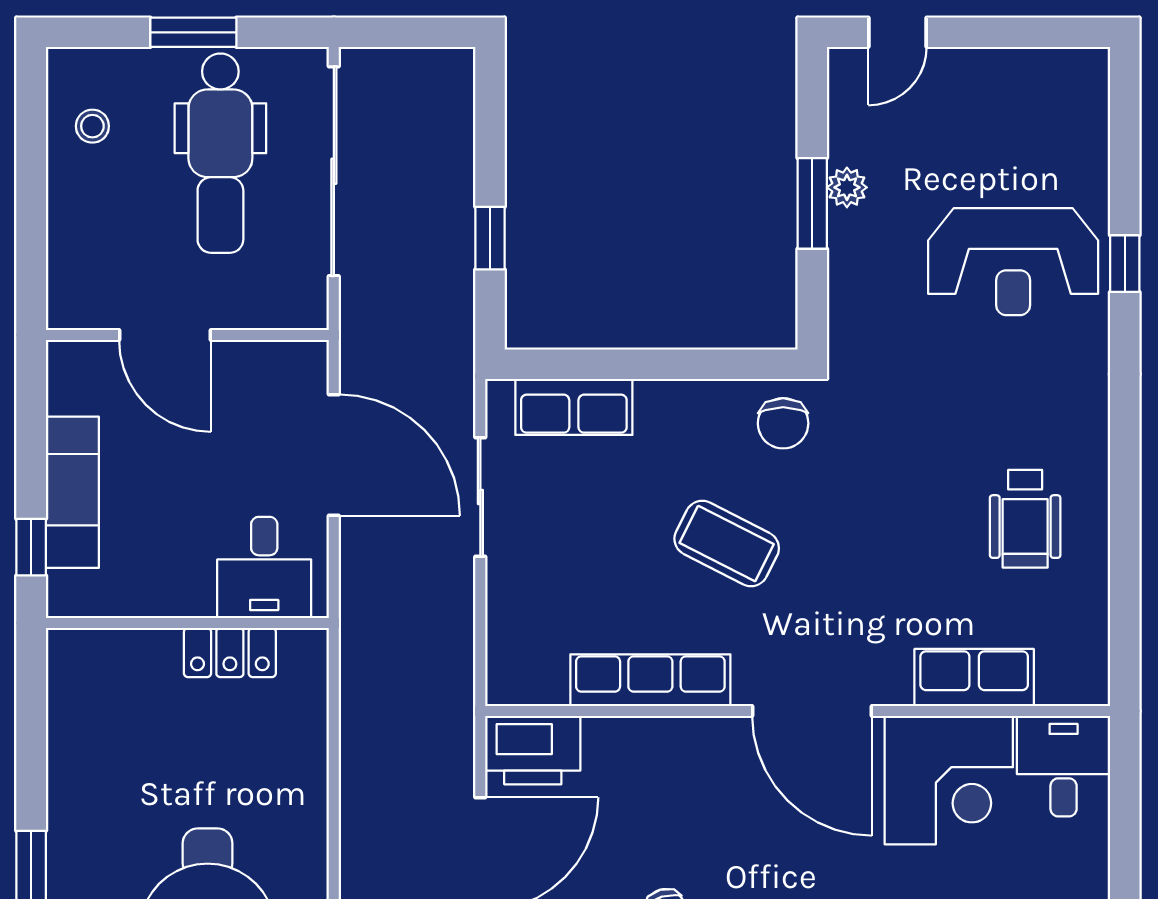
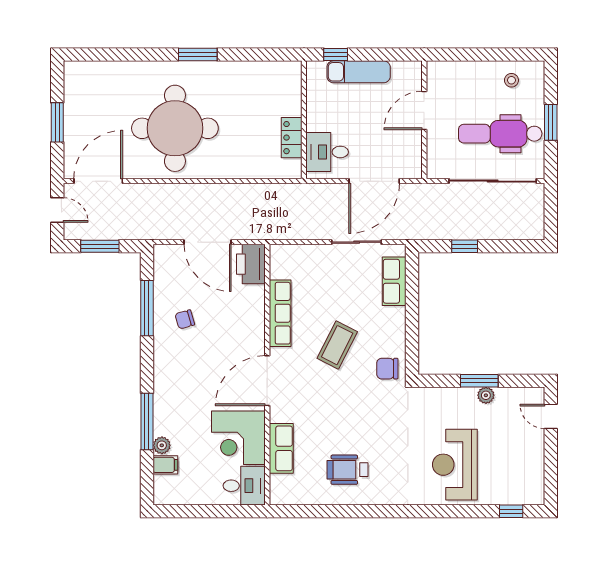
window: (1125, 264) -> (511, 511), moved

